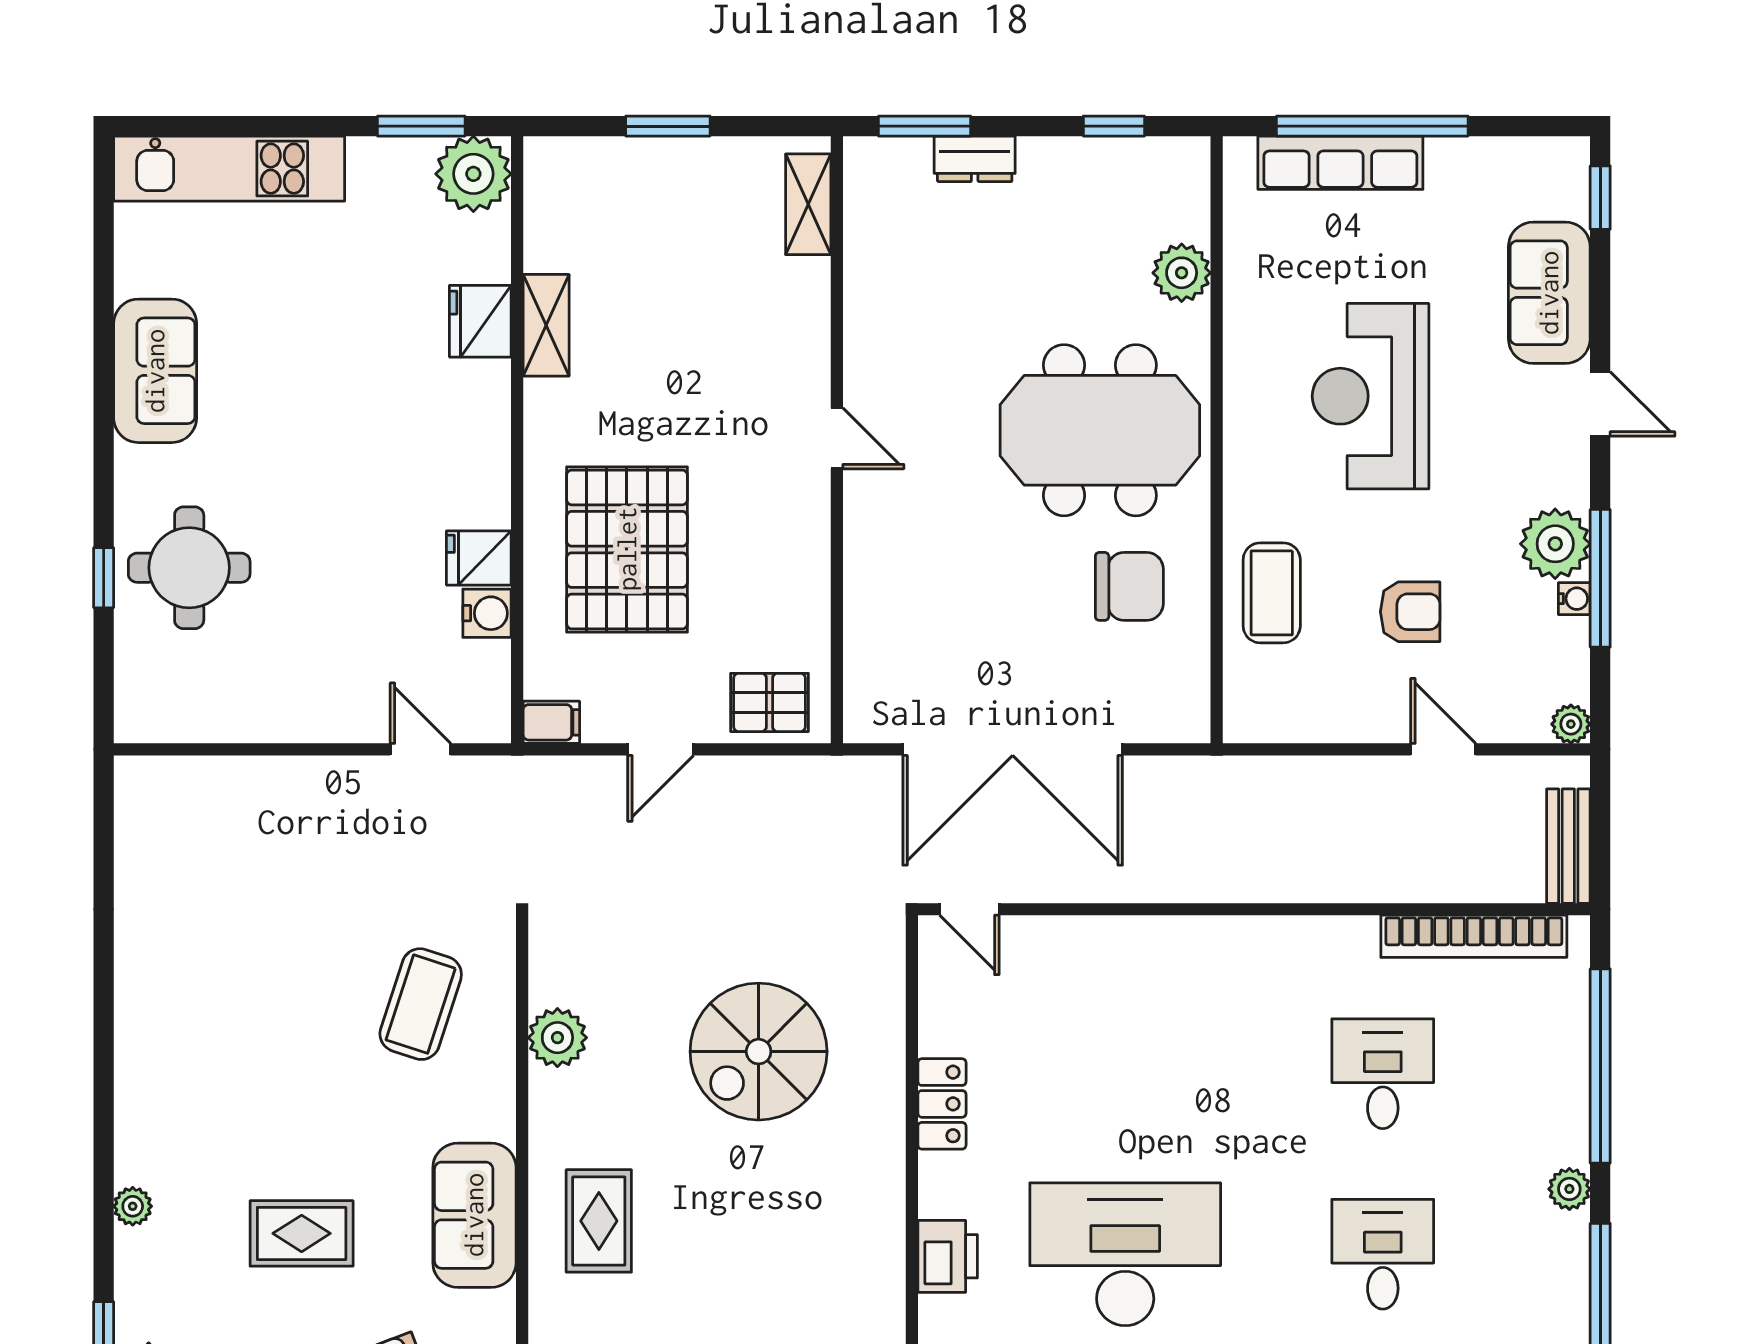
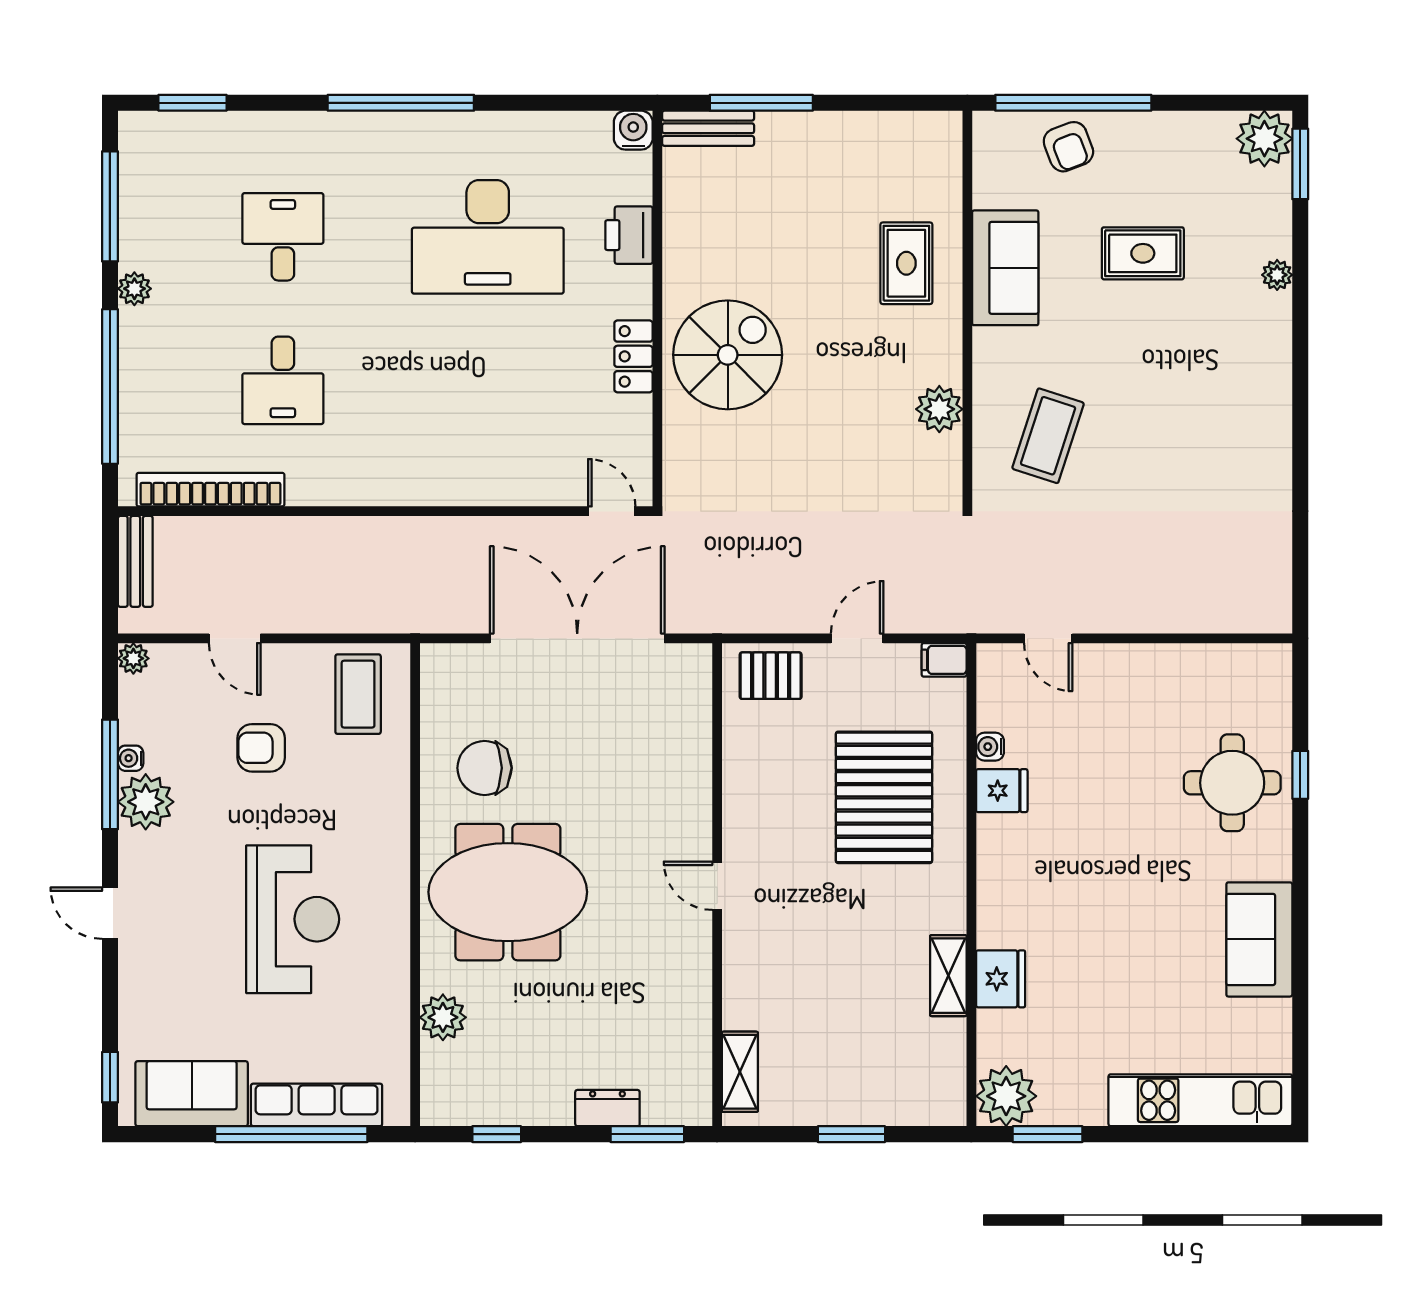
sofa: (1549, 293) -> (192, 1094), moved, turned -90
coffee table: (1272, 593) -> (358, 694), moved
water cooler: (487, 613) -> (990, 747), width x0.72, depth x0.72
spiral stairs: (759, 1052) -> (728, 355), moved
desk: (1383, 1254) -> (283, 237), turned 180

